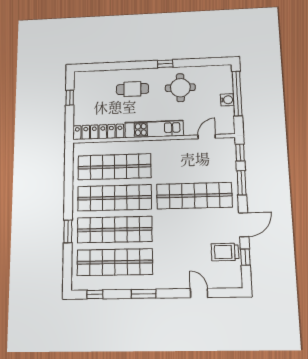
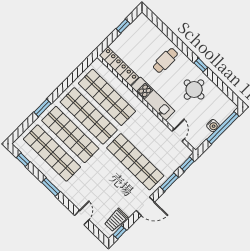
cafe table: (132, 89) -> (165, 60), turned 90
door: (207, 137) -> (178, 135), hinge flipped
trolley: (225, 252) -> (116, 220), moved, turned -90
window: (245, 257) -> (120, 232), moved

